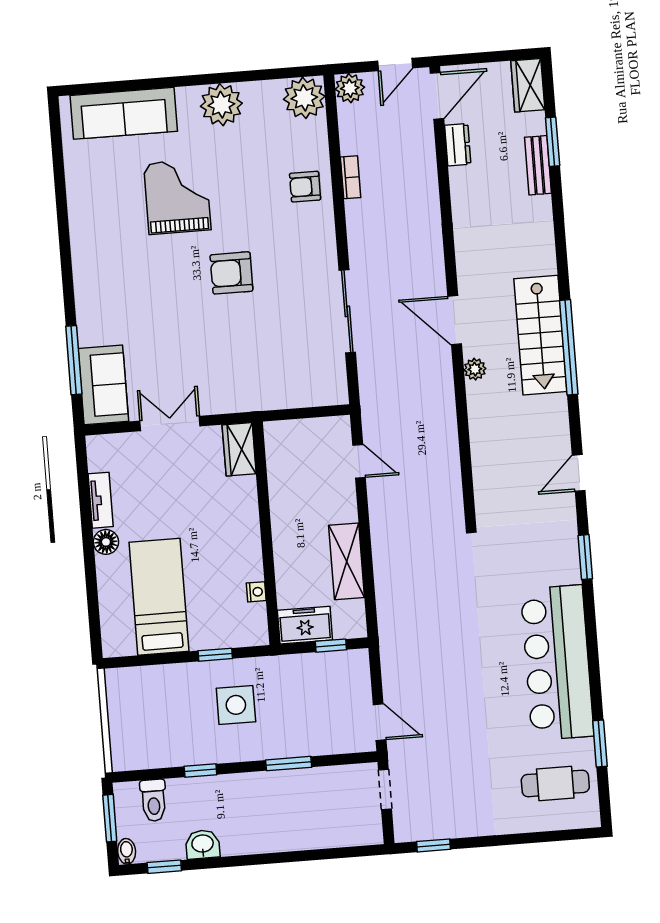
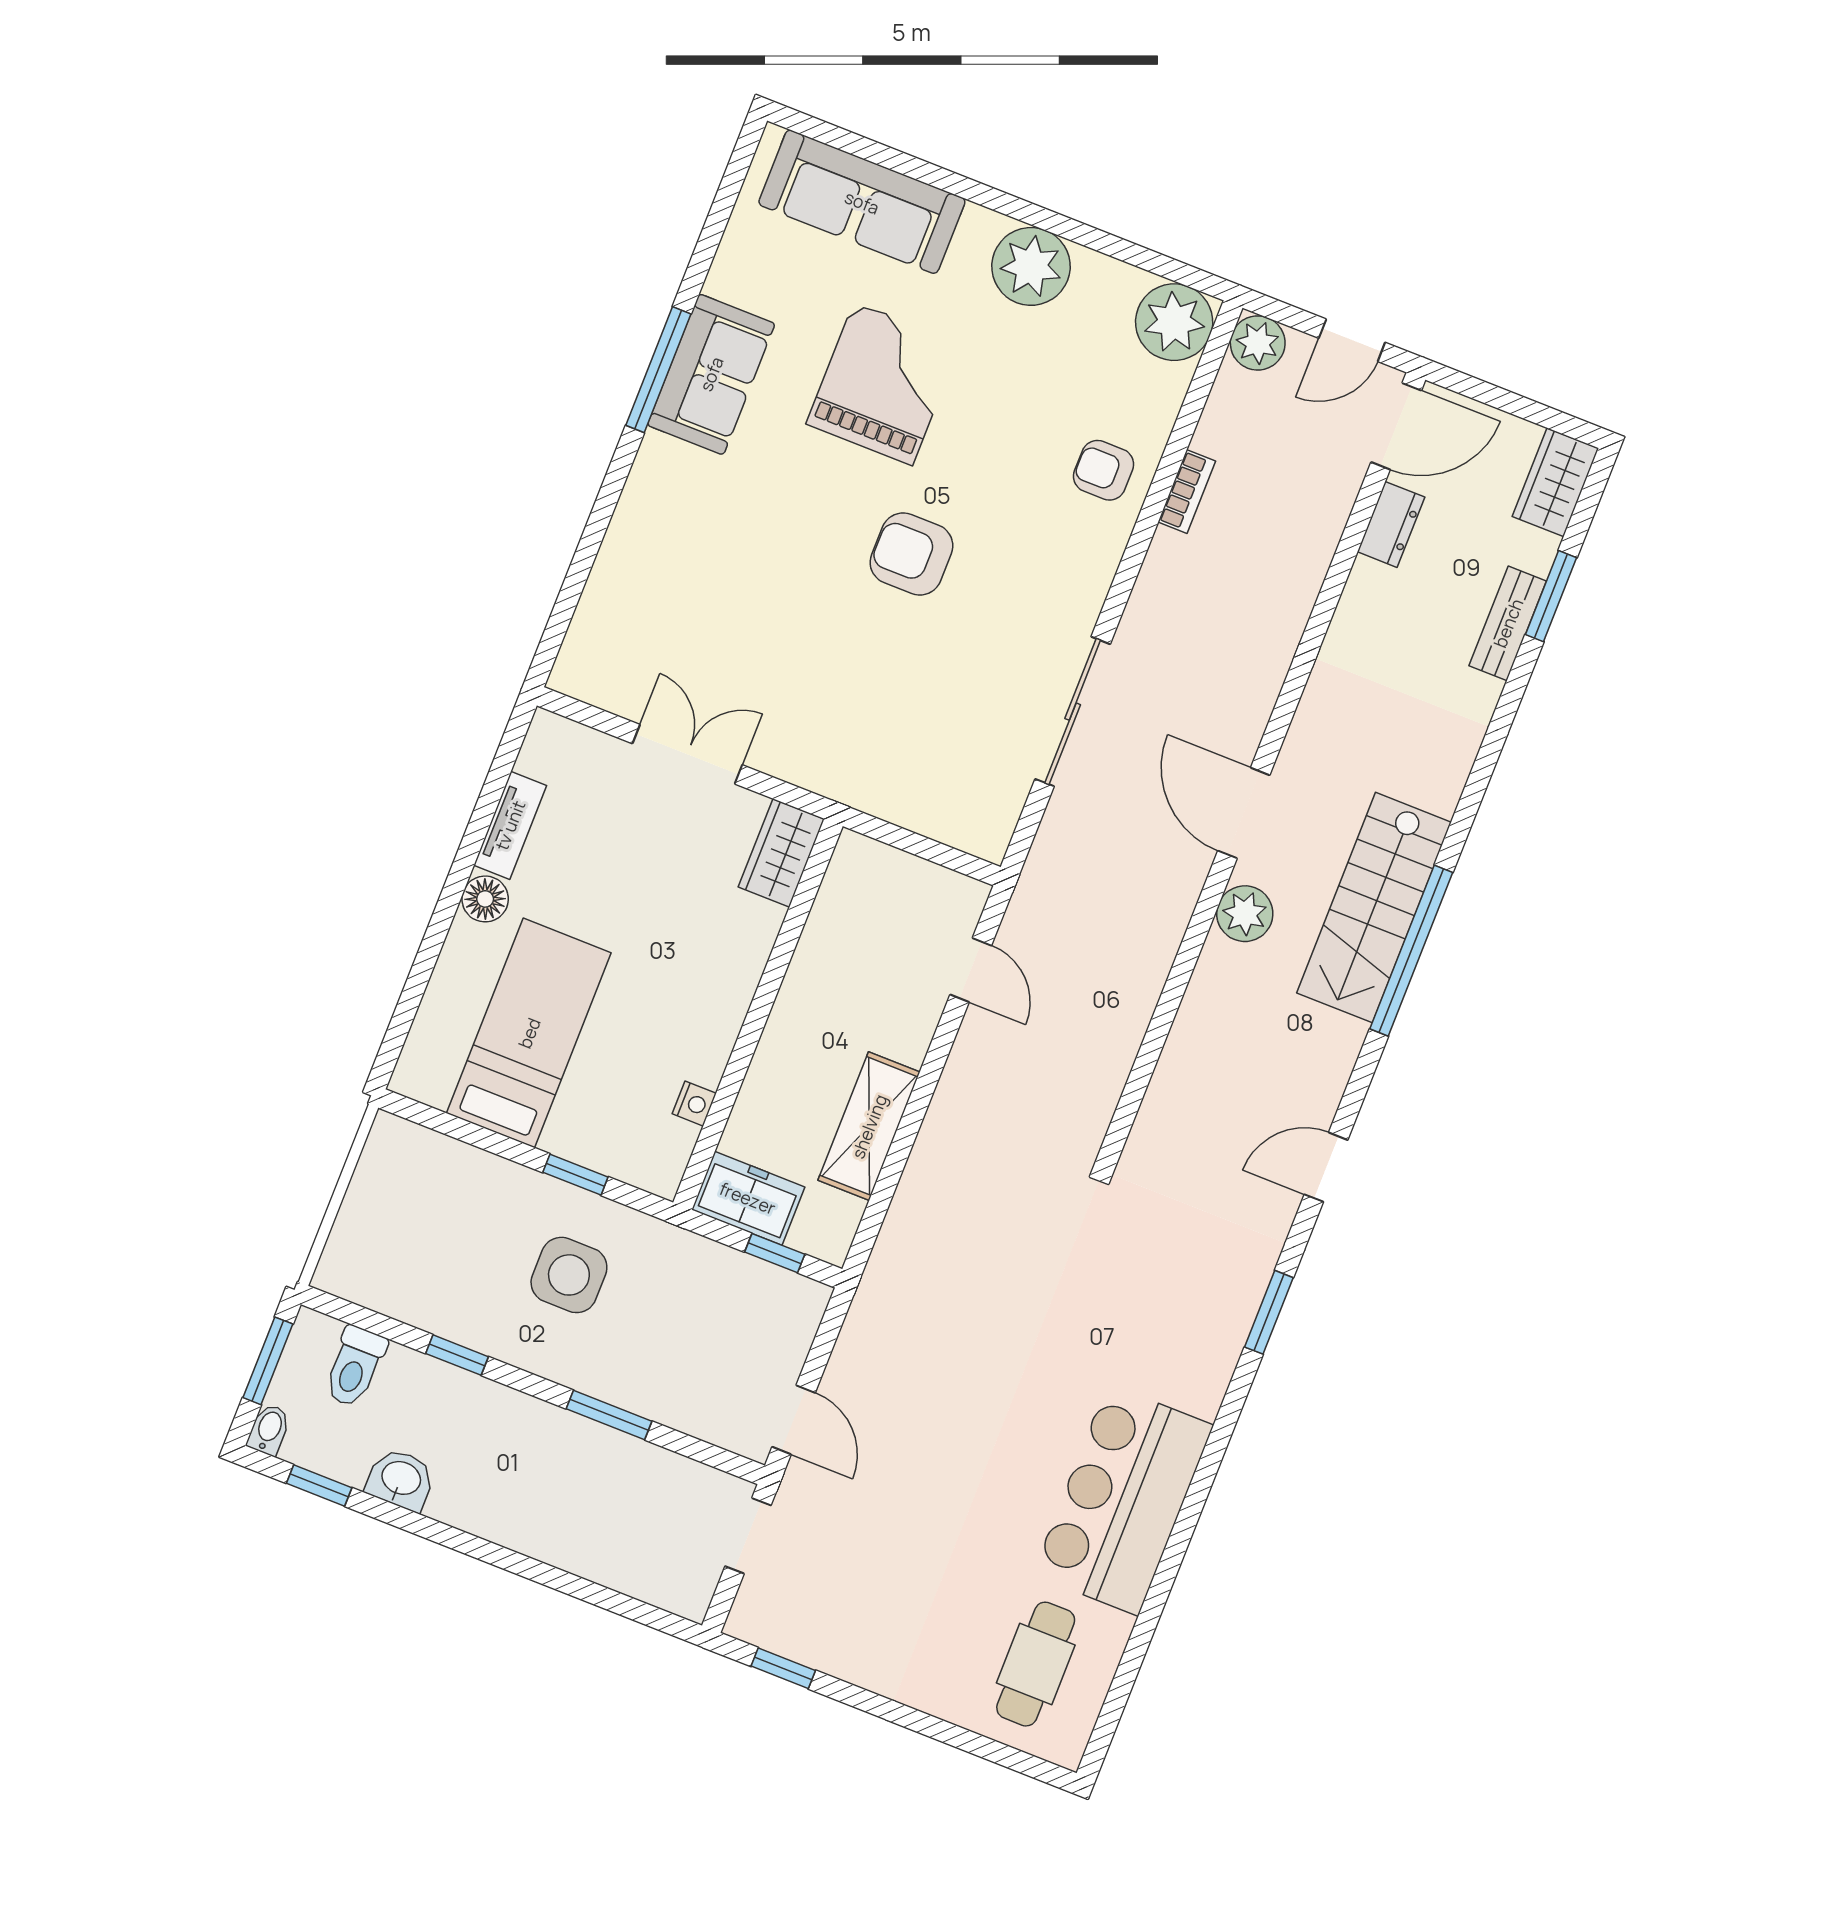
window: (74, 360) -> (658, 370), moved
plant: (475, 369) -> (1245, 914), width x1.38, depth x1.38
sofa: (103, 385) -> (711, 374), moved
bar counter: (557, 663) -> (1123, 1500), width x0.73
window: (600, 744) -> (1142, 1634), removed
cafe table: (555, 783) -> (1036, 1664), turned 90

